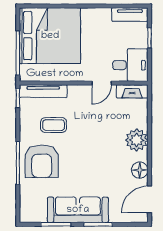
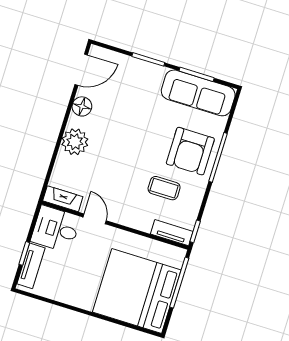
tv unit: (130, 15) -> (31, 266), moved, turned 90
door: (102, 83) -> (95, 219), hinge flipped
tv unit: (43, 91) -> (172, 233), width x0.71
armchair: (42, 161) -> (190, 151), turned 180
sofa: (78, 210) -> (198, 93), moved

